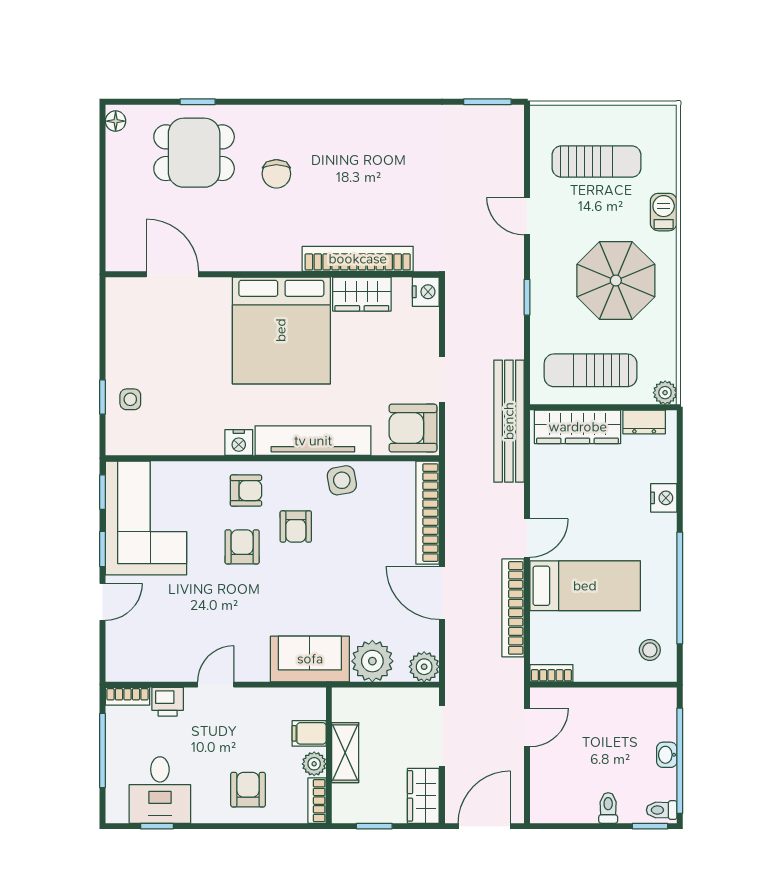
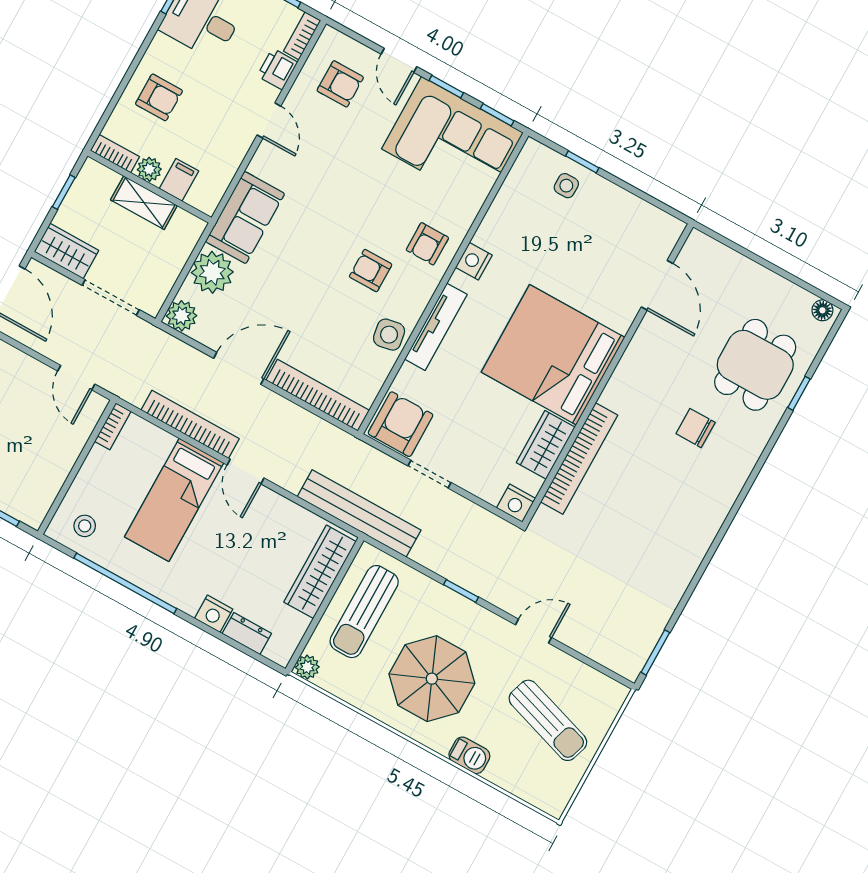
sun lounger: (596, 161) -> (548, 720), turned -72
door: (172, 274) -> (657, 285), hinge flipped
sun lounger: (591, 370) -> (364, 612), turned 180
dresser: (644, 422) -> (247, 634), moved, turned 90
tv unit: (313, 441) -> (436, 327), width x0.73, depth x0.78
armchair: (242, 547) -> (340, 84), moved

